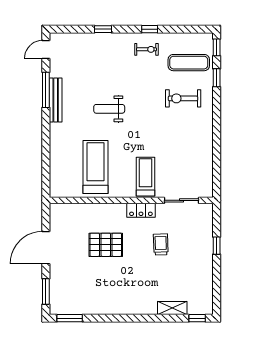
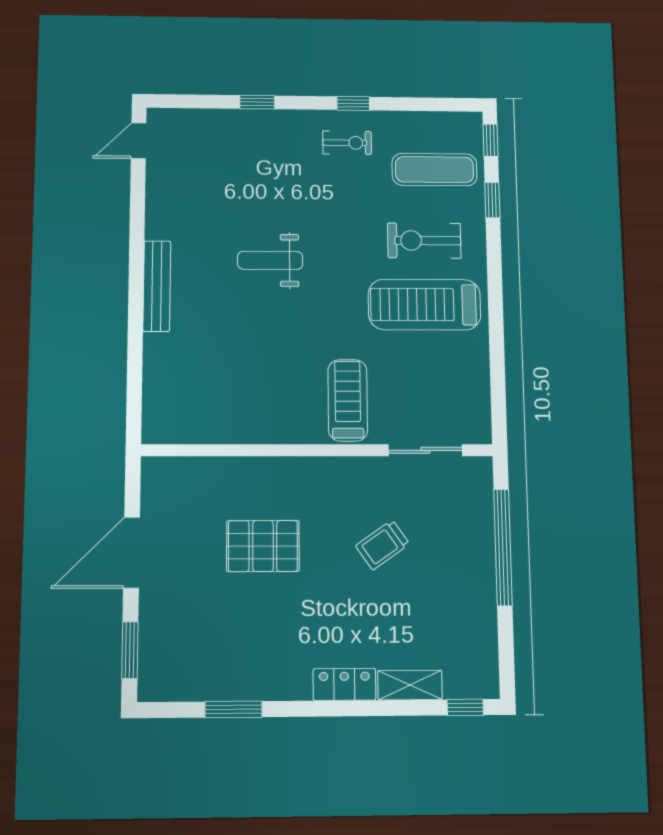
window: (46, 90) -> (137, 221), removed
bench: (56, 100) -> (157, 286), moved
treadmill: (96, 167) -> (425, 305), moved, turned -90
locker: (141, 210) -> (344, 684), moved, turned 180
trolley: (161, 244) -> (383, 545), turned -123
window: (217, 246) -> (503, 547), width x3.17
window: (70, 318) -> (234, 709), moved

